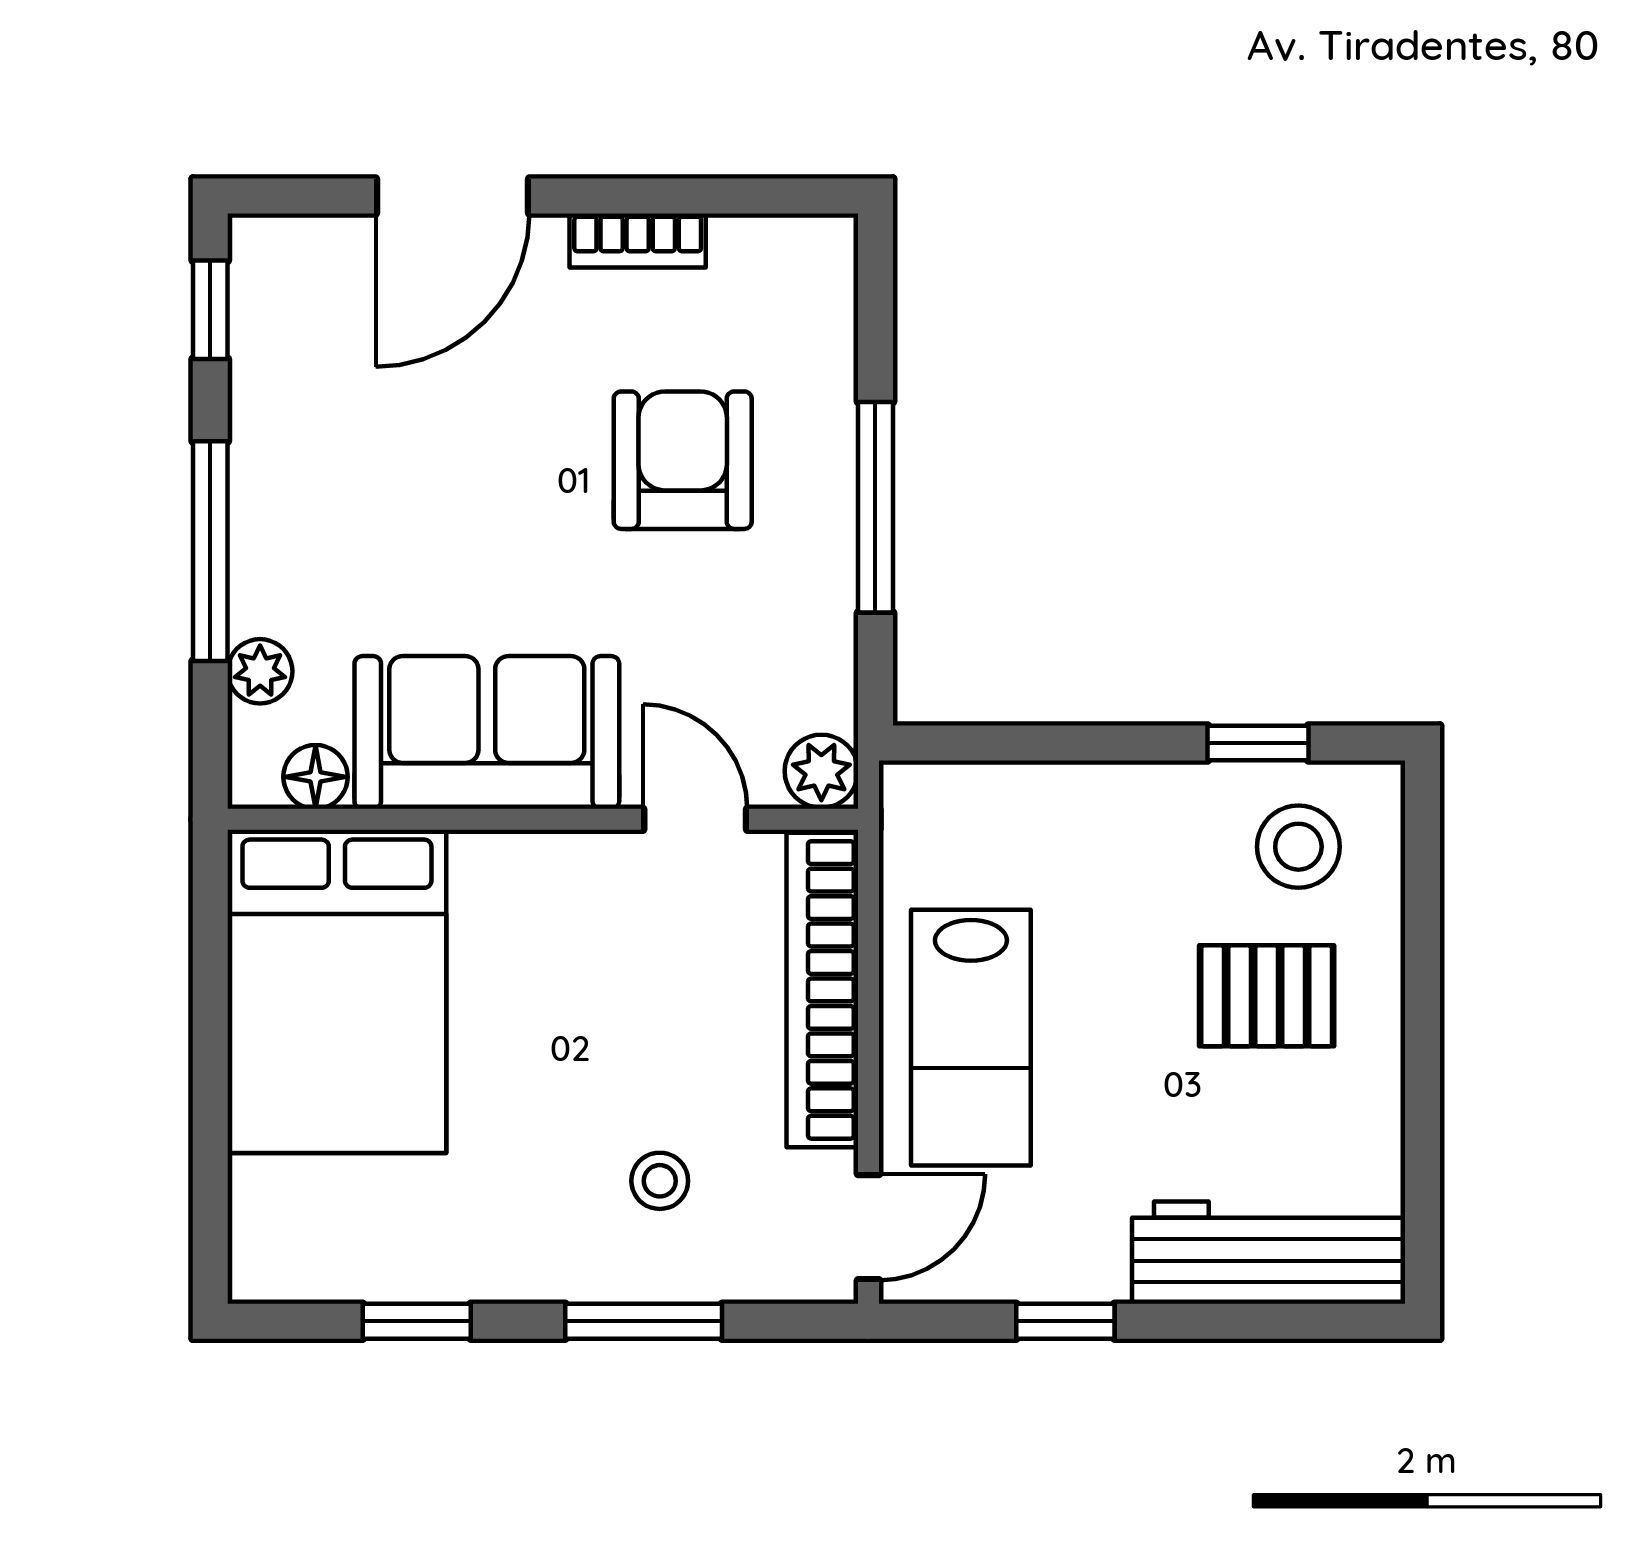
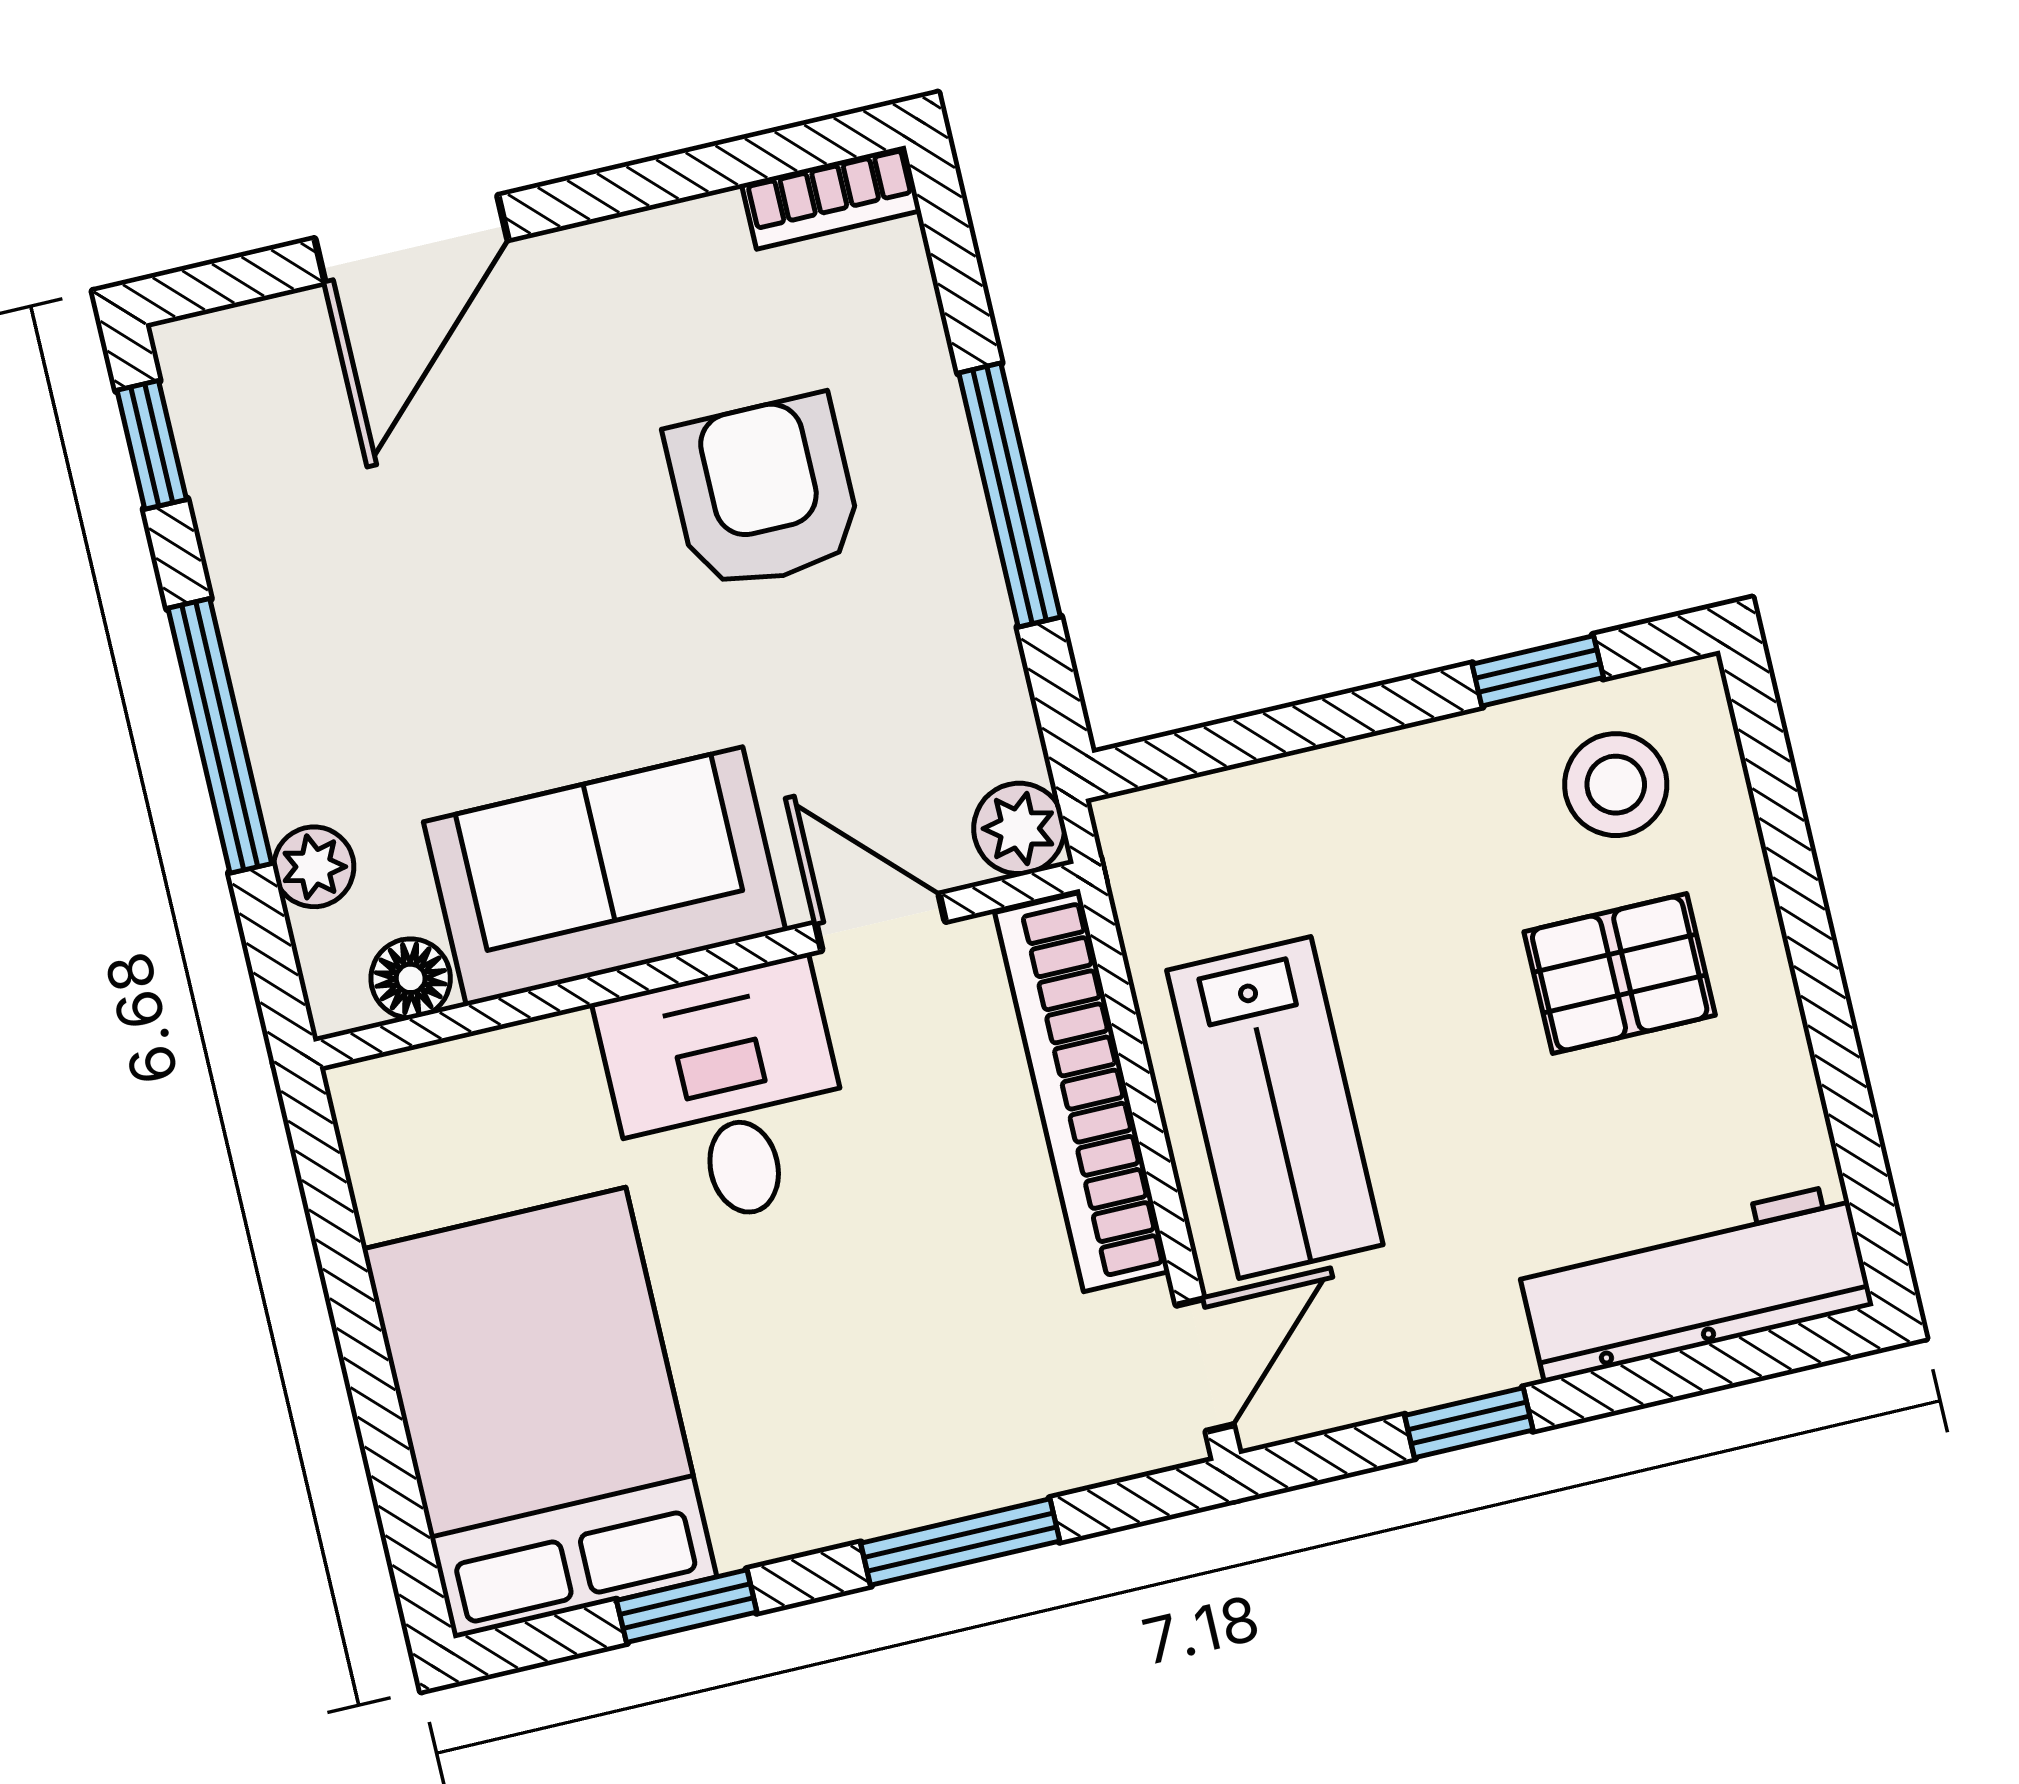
bookcase: (638, 241) -> (831, 197), moved
desk: (543, 927) -> (727, 1095), added
bed: (337, 991) -> (540, 1413), moved, turned 180
stool: (660, 1181) -> (940, 1368), removed

